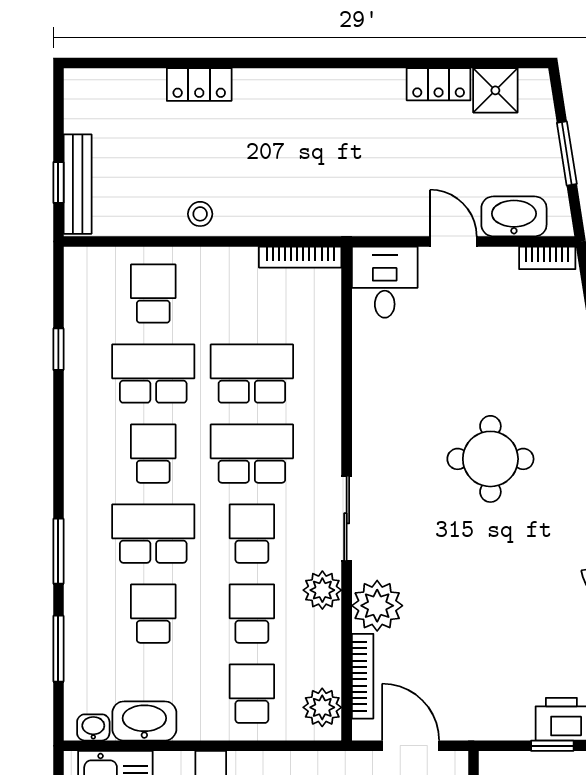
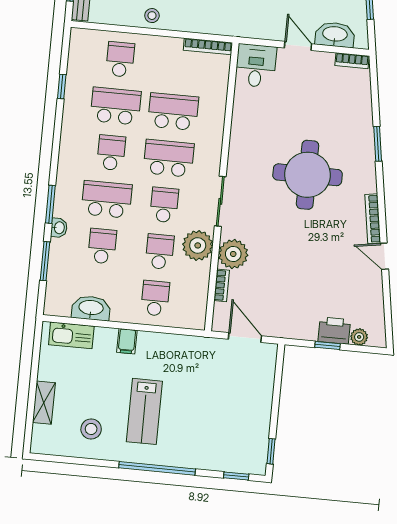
round table: (490, 459) -> (308, 175), width x1.36, depth x1.36
plant: (322, 590) -> (198, 245), width x1.36, depth x1.36
bookcase: (363, 676) -> (222, 285), width x0.64
plant: (322, 707) -> (195, 310), removed
washbasin: (93, 727) -> (59, 228), moved, turned 90

